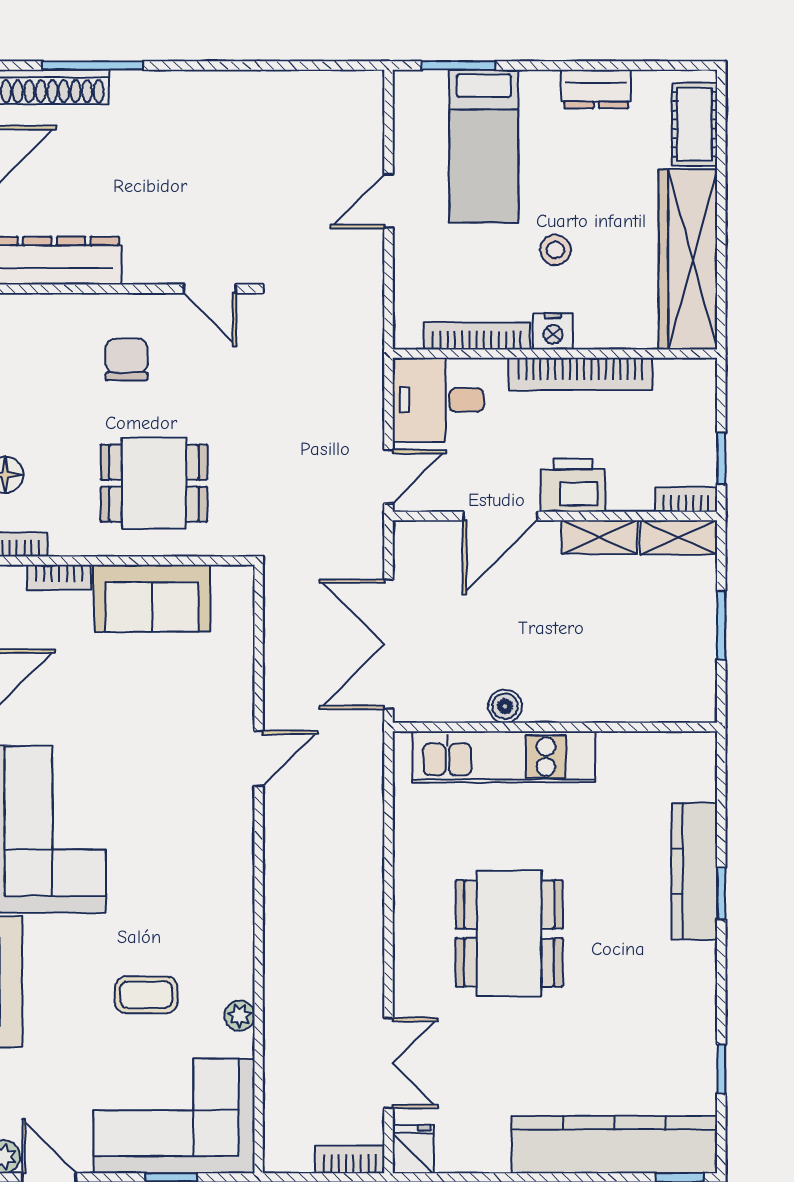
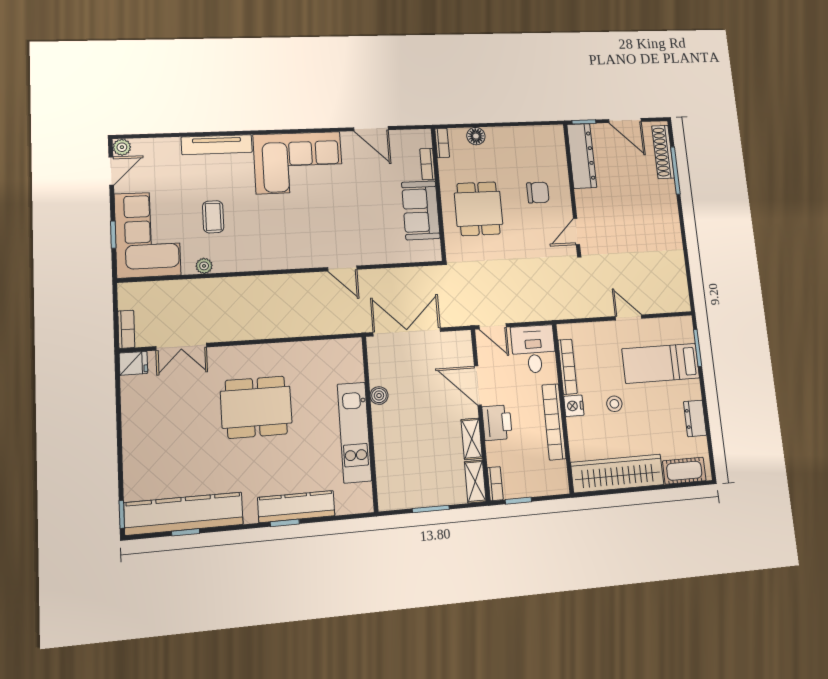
kitchen unit: (504, 757) -> (354, 432), moved
kitchen counter: (614, 1145) -> (184, 514), moved, turned -90

